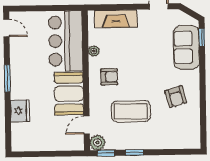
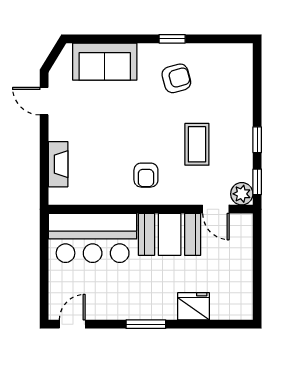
fireplace: (116, 19) -> (58, 164), width x0.73, depth x0.76
window: (202, 38) -> (172, 39), moved
plant: (94, 51) -> (108, 197), removed
armchair: (109, 77) -> (146, 175), turned 180
coffee table: (131, 111) -> (197, 144), width x0.73, depth x0.76

